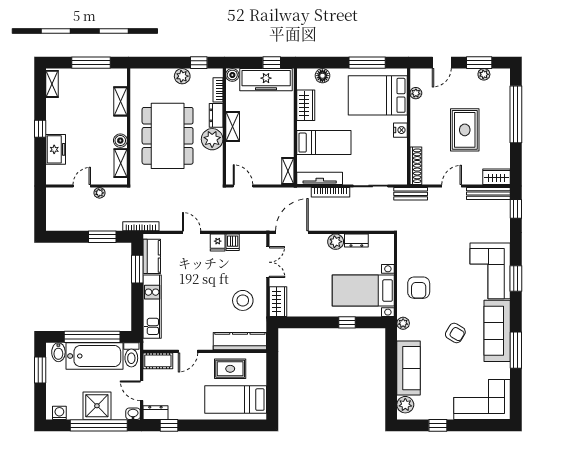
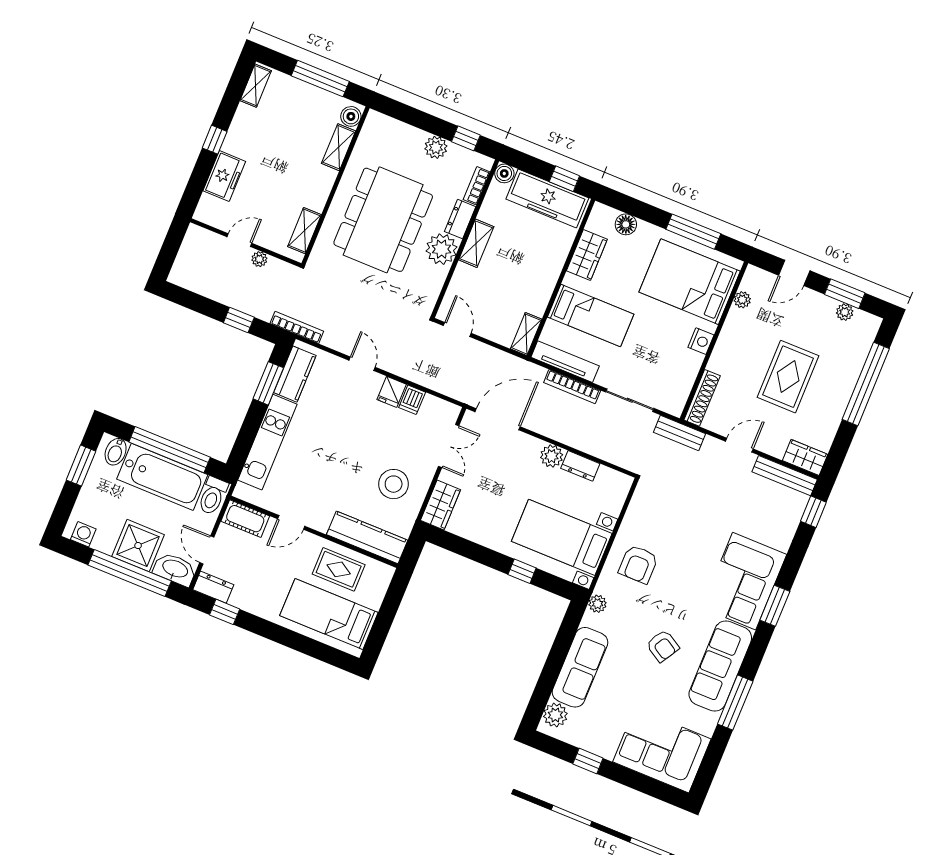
boiler: (120, 141) -> (351, 116), moved
window: (102, 237) -> (239, 320), width x0.67
washbasin: (133, 414) -> (175, 569), width x1.91, depth x1.45

